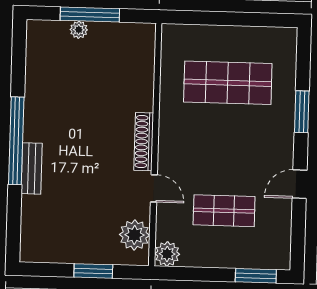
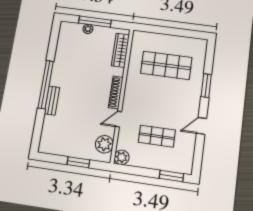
wardrobe: (143, 63) -> (121, 50), added
door: (154, 188) -> (118, 119), swing flipped

